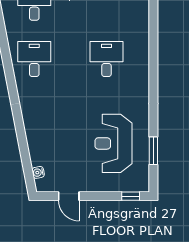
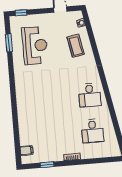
desk: (107, 59) -> (44, 99), removed
coffee table: (50, 138) -> (76, 46), added

